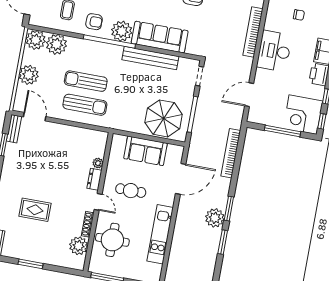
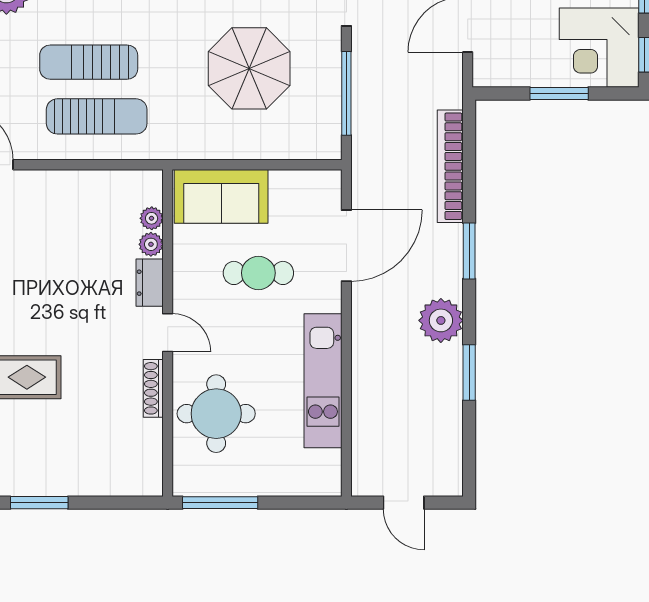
parasol: (164, 118) -> (249, 68), moved
window: (282, 131) -> (559, 94), width x0.69
sofa: (145, 151) -> (221, 196), moved
cafe table: (131, 191) -> (258, 273), moved
window: (229, 209) -> (469, 251), moved
plant: (79, 246) -> (152, 218), moved, width x0.53, depth x0.53

